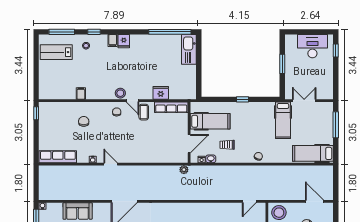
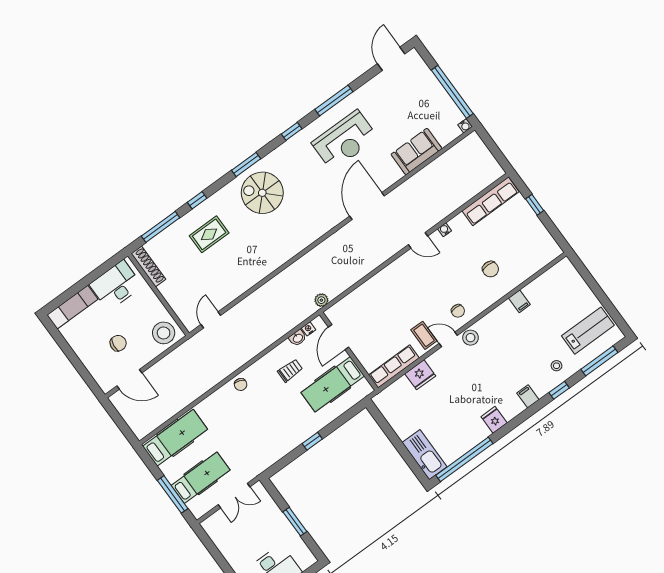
fridge: (124, 41) -> (494, 420), moved
window: (36, 113) -> (535, 205), moved
hospital bed: (283, 120) -> (201, 478), moved, turned 90

